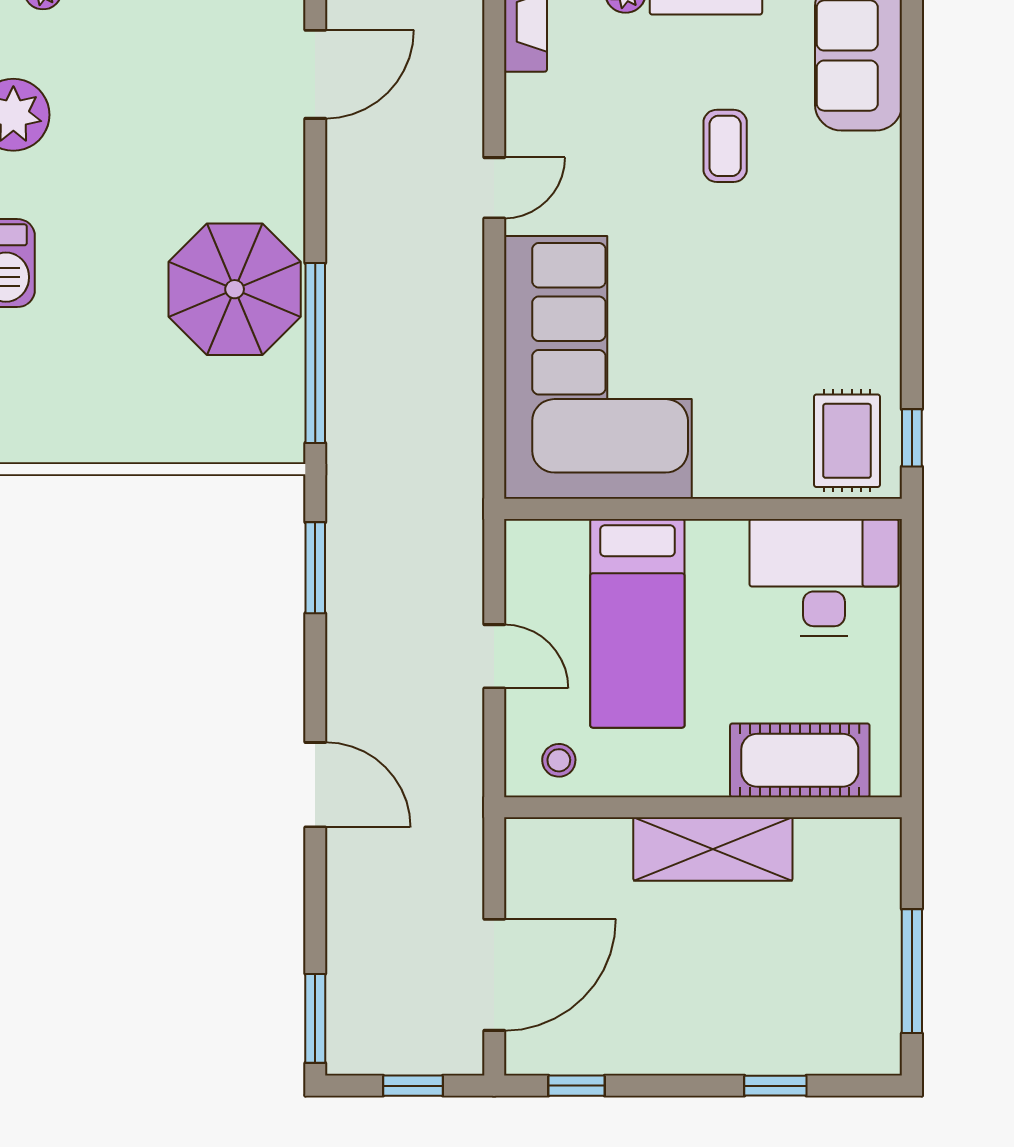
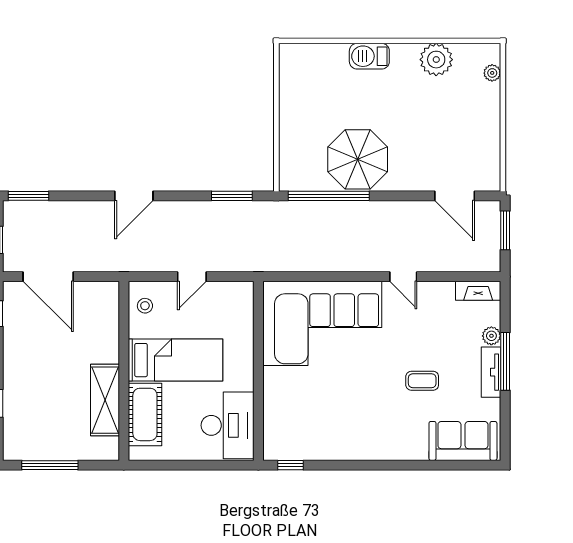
rug: (847, 441) -> (289, 436), removed
bed: (637, 623) -> (175, 360), moved, turned 180
shelving: (713, 849) -> (105, 400), moved

